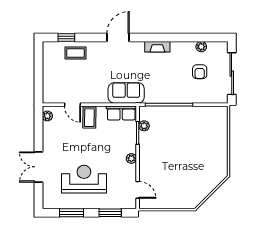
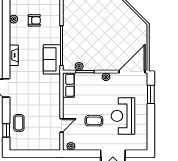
sofa: (126, 93) -> (52, 59), moved
coffee table: (89, 118) -> (94, 121), moved
door: (138, 190) -> (132, 72), width x1.87
window: (72, 213) -> (151, 126), removed

